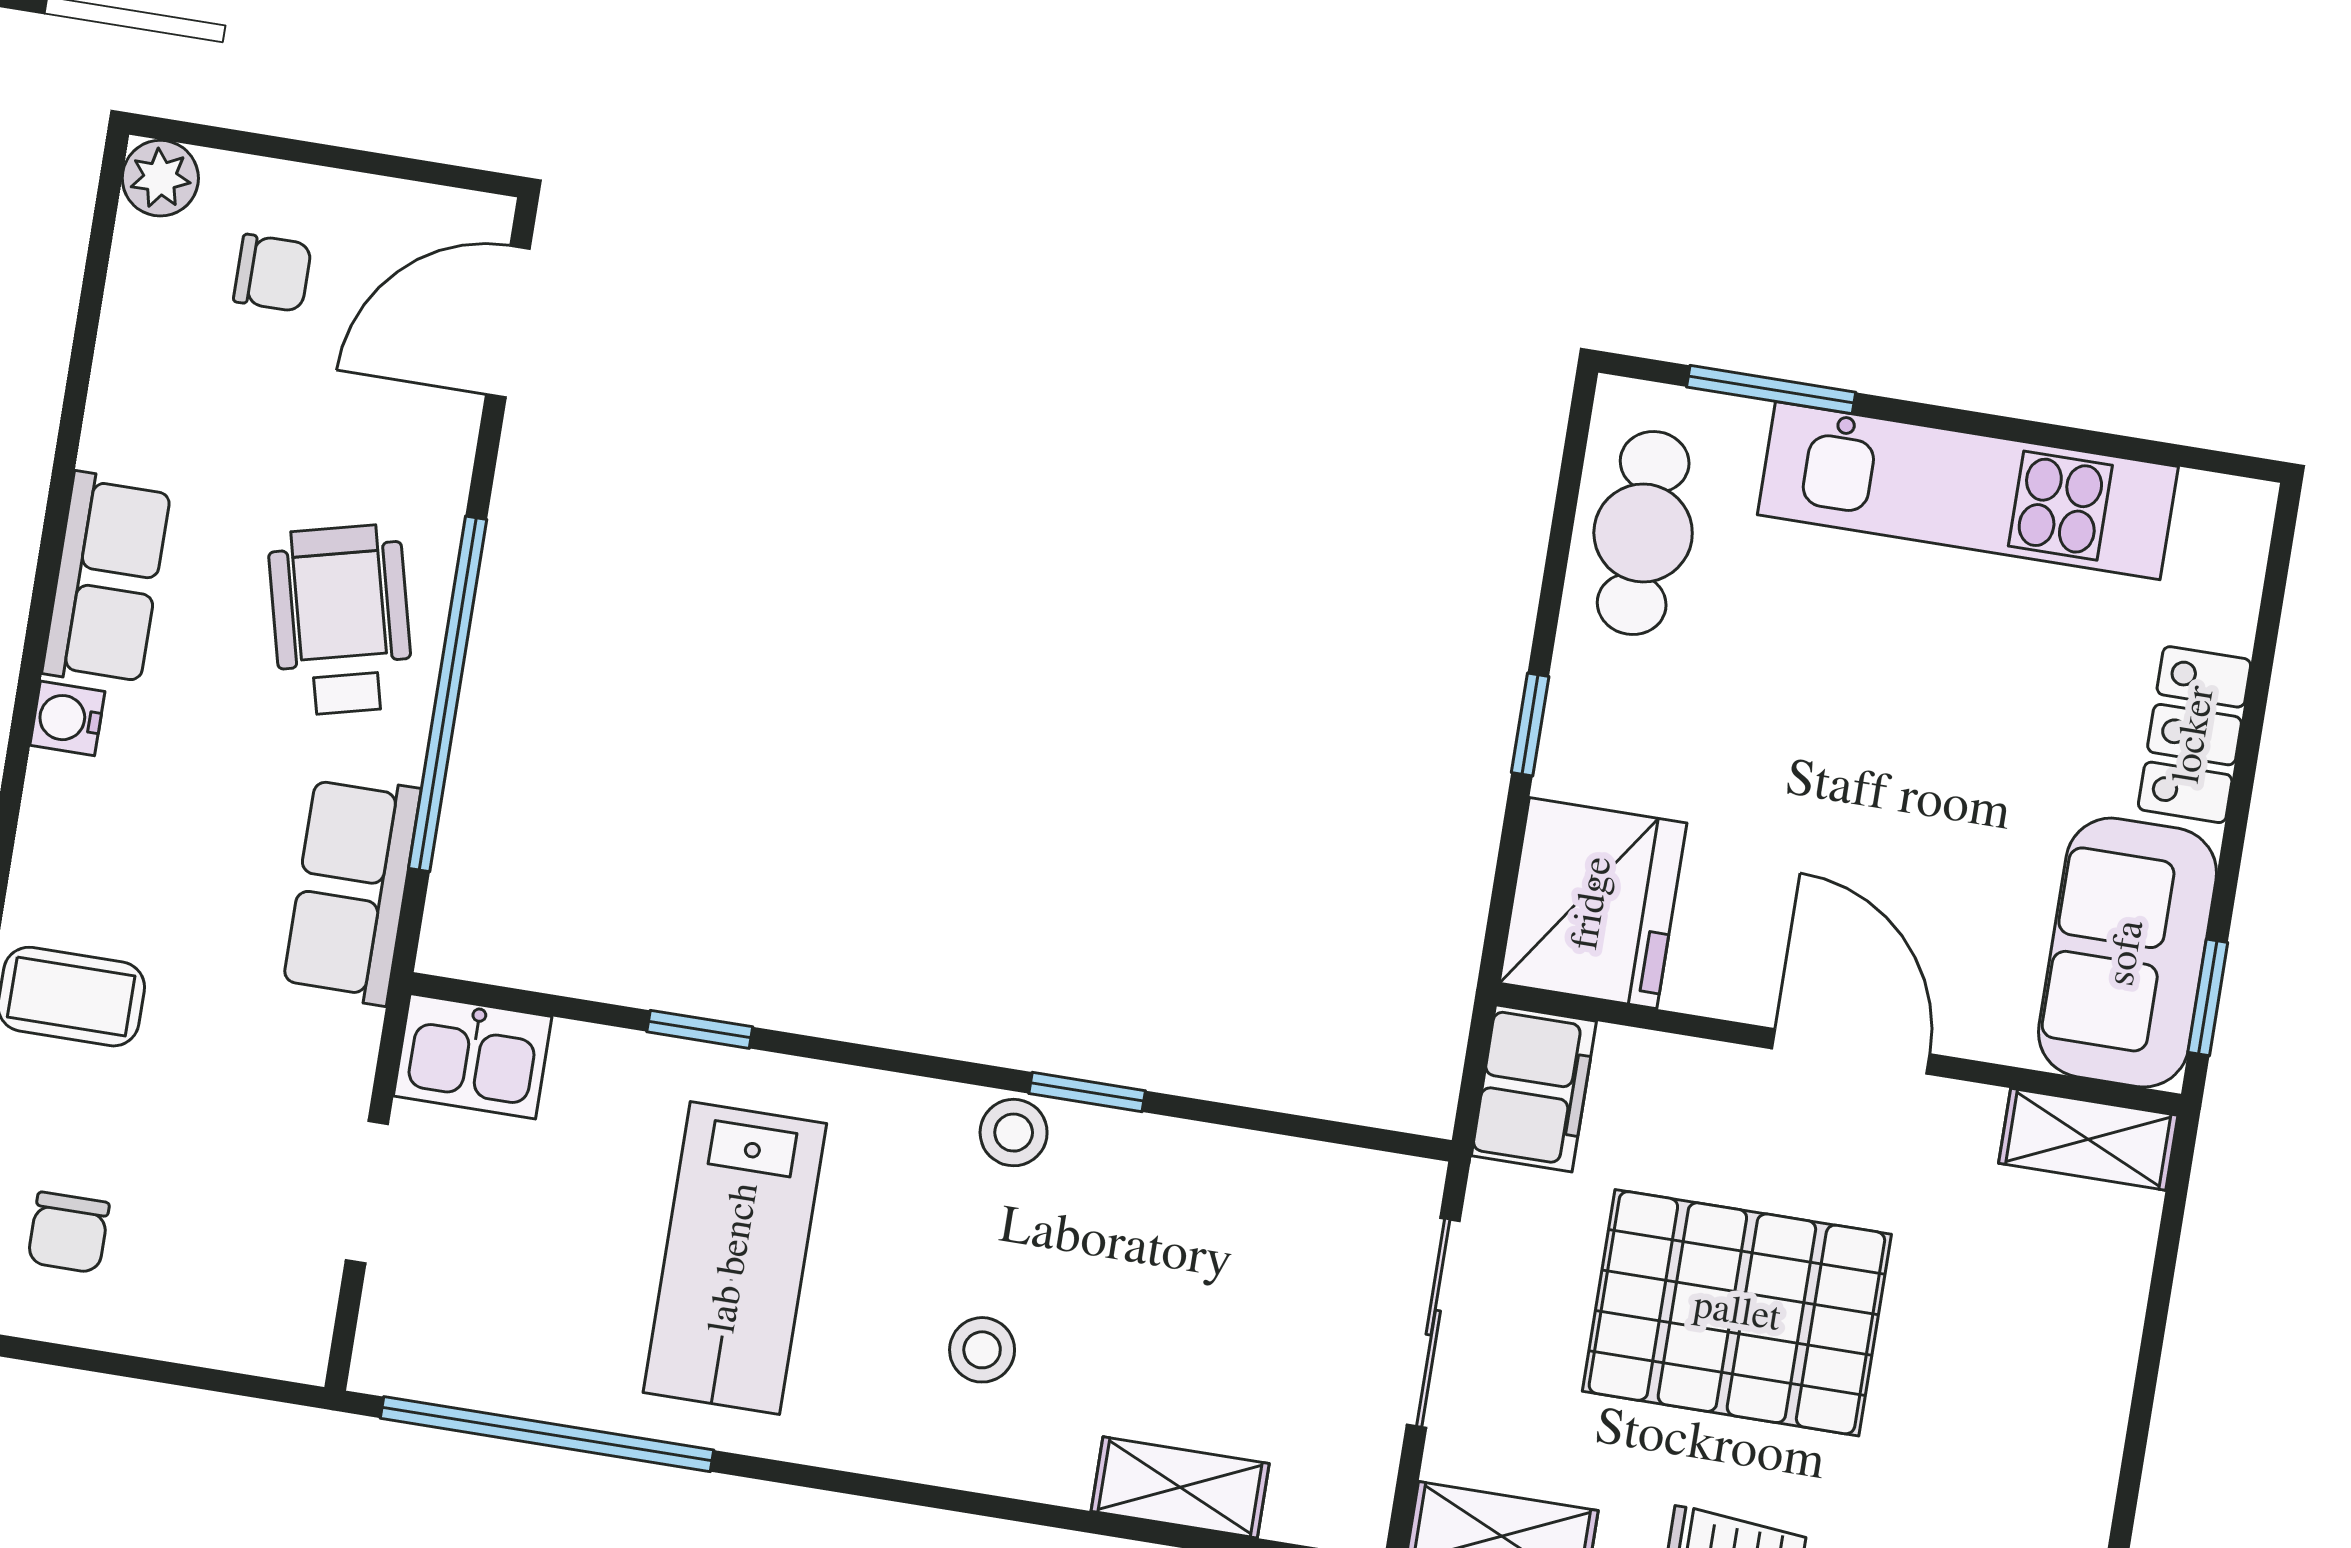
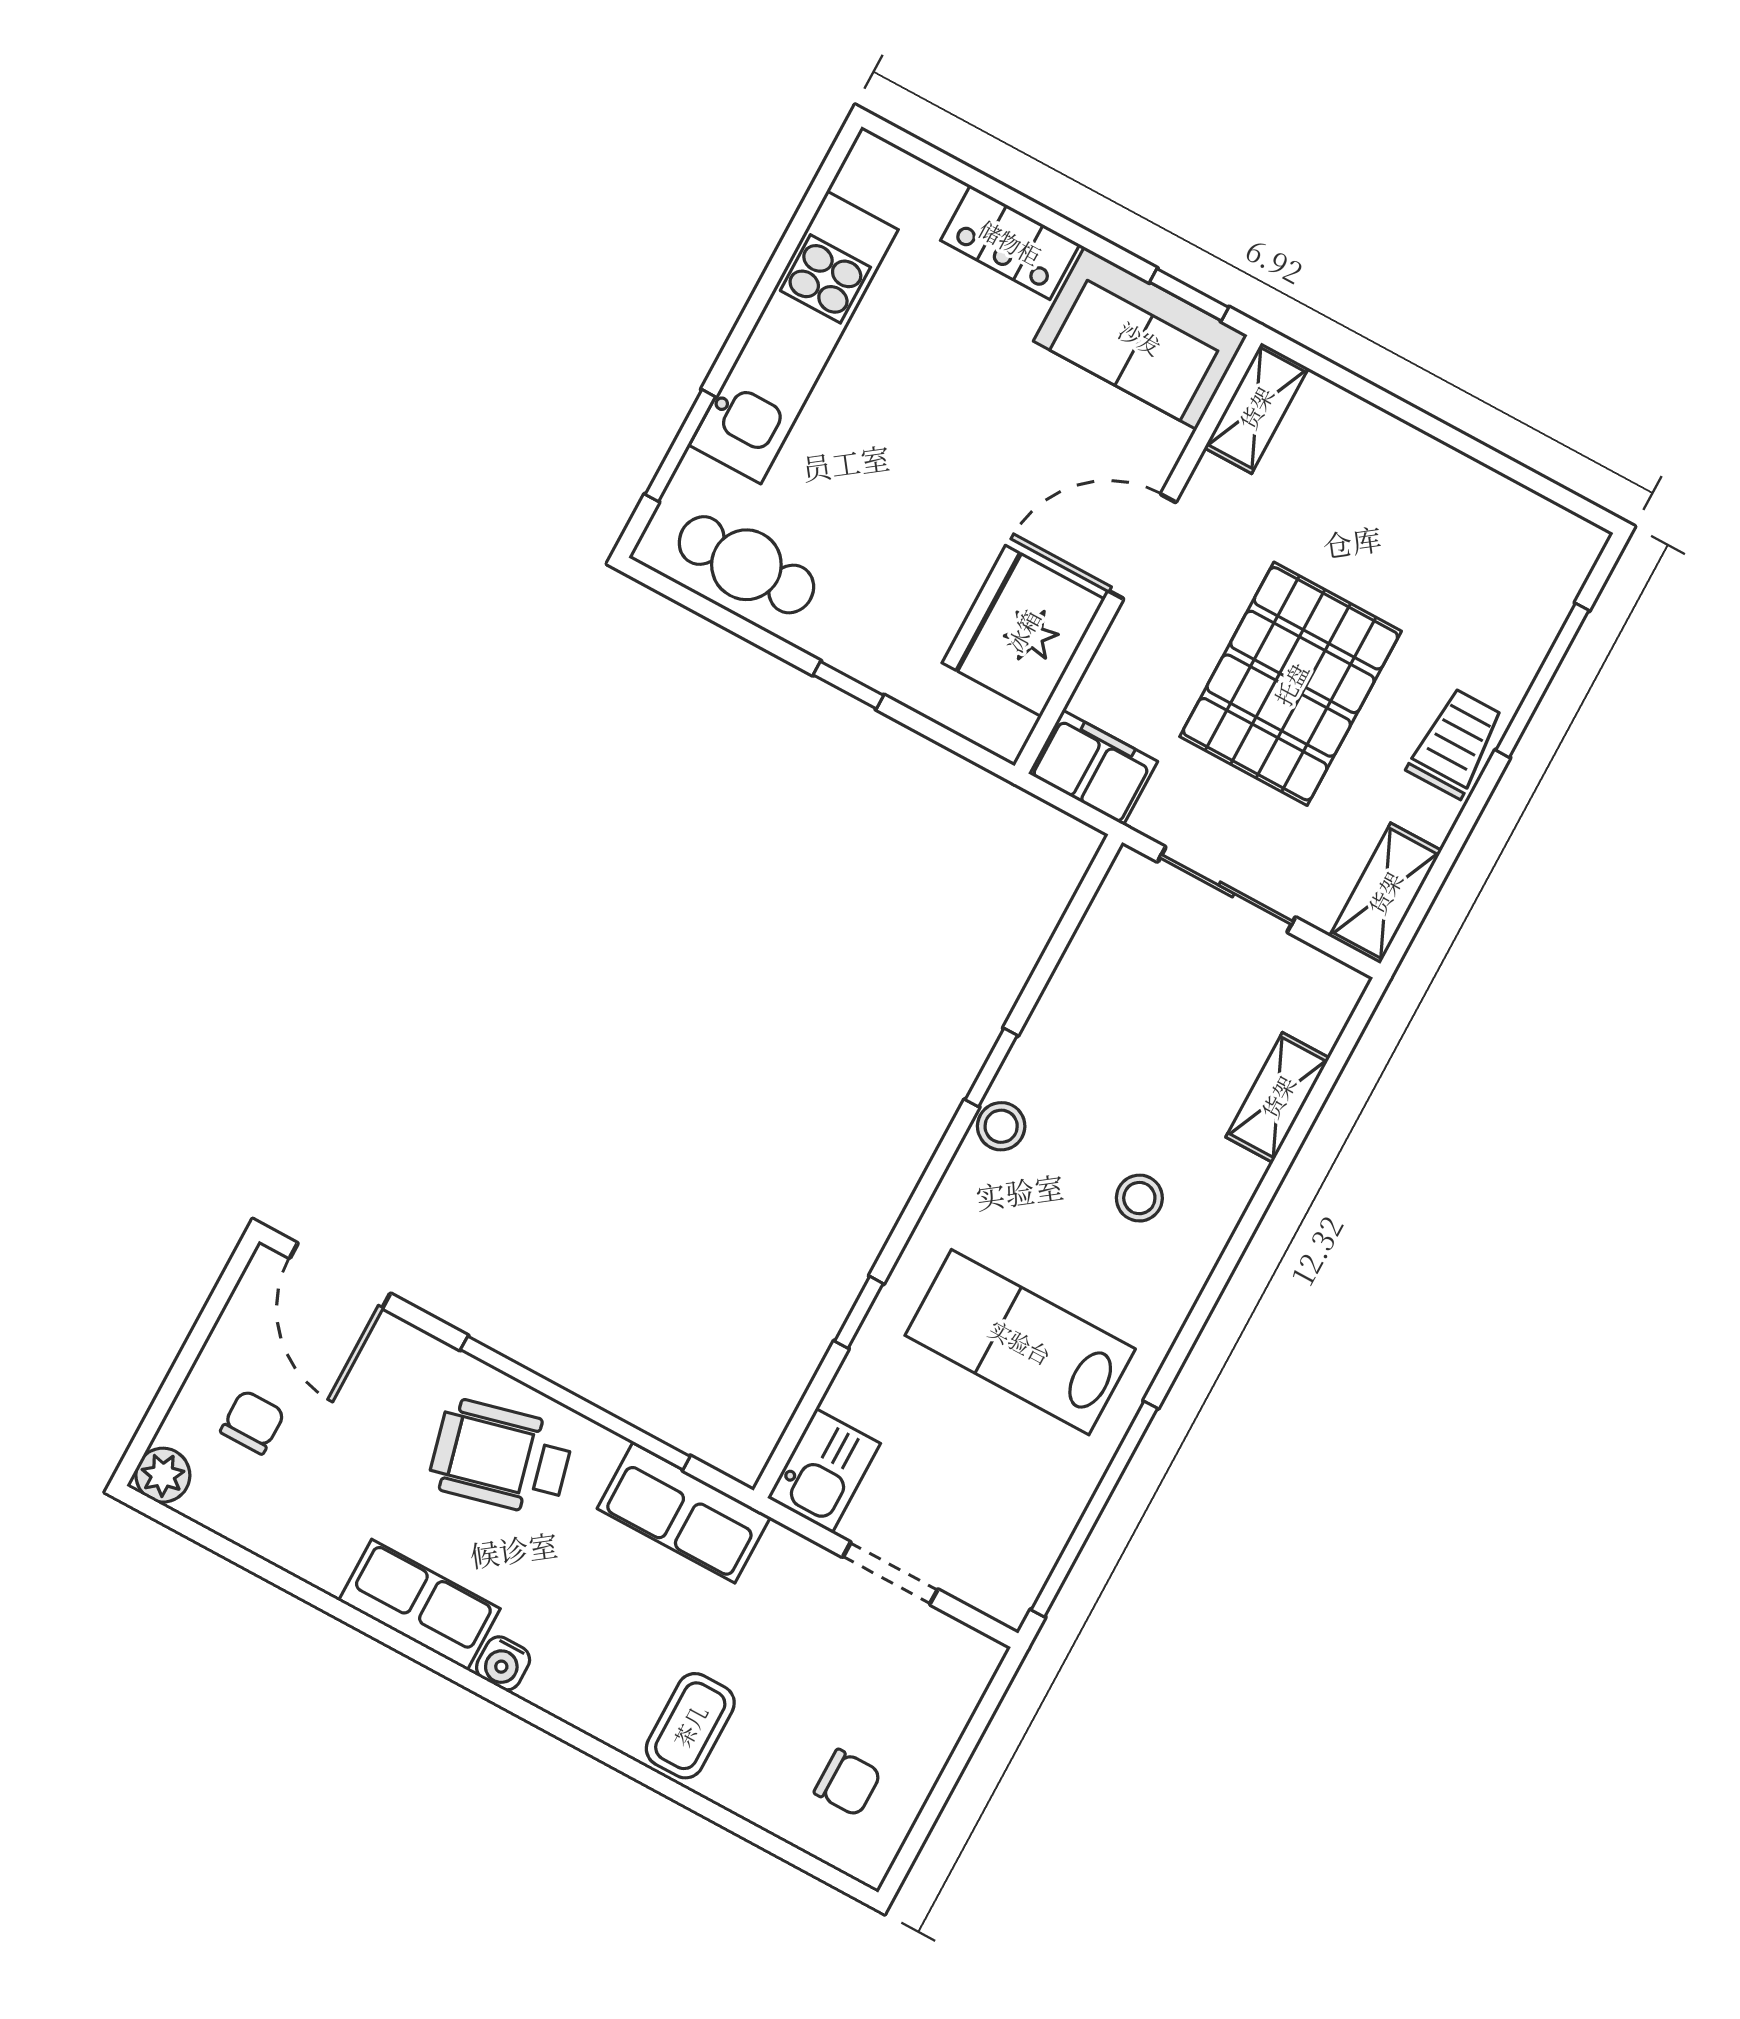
fridge: (1593, 903) -> (1023, 631), moved, turned -90
lab bench: (735, 1258) -> (1020, 1342), turned 180

